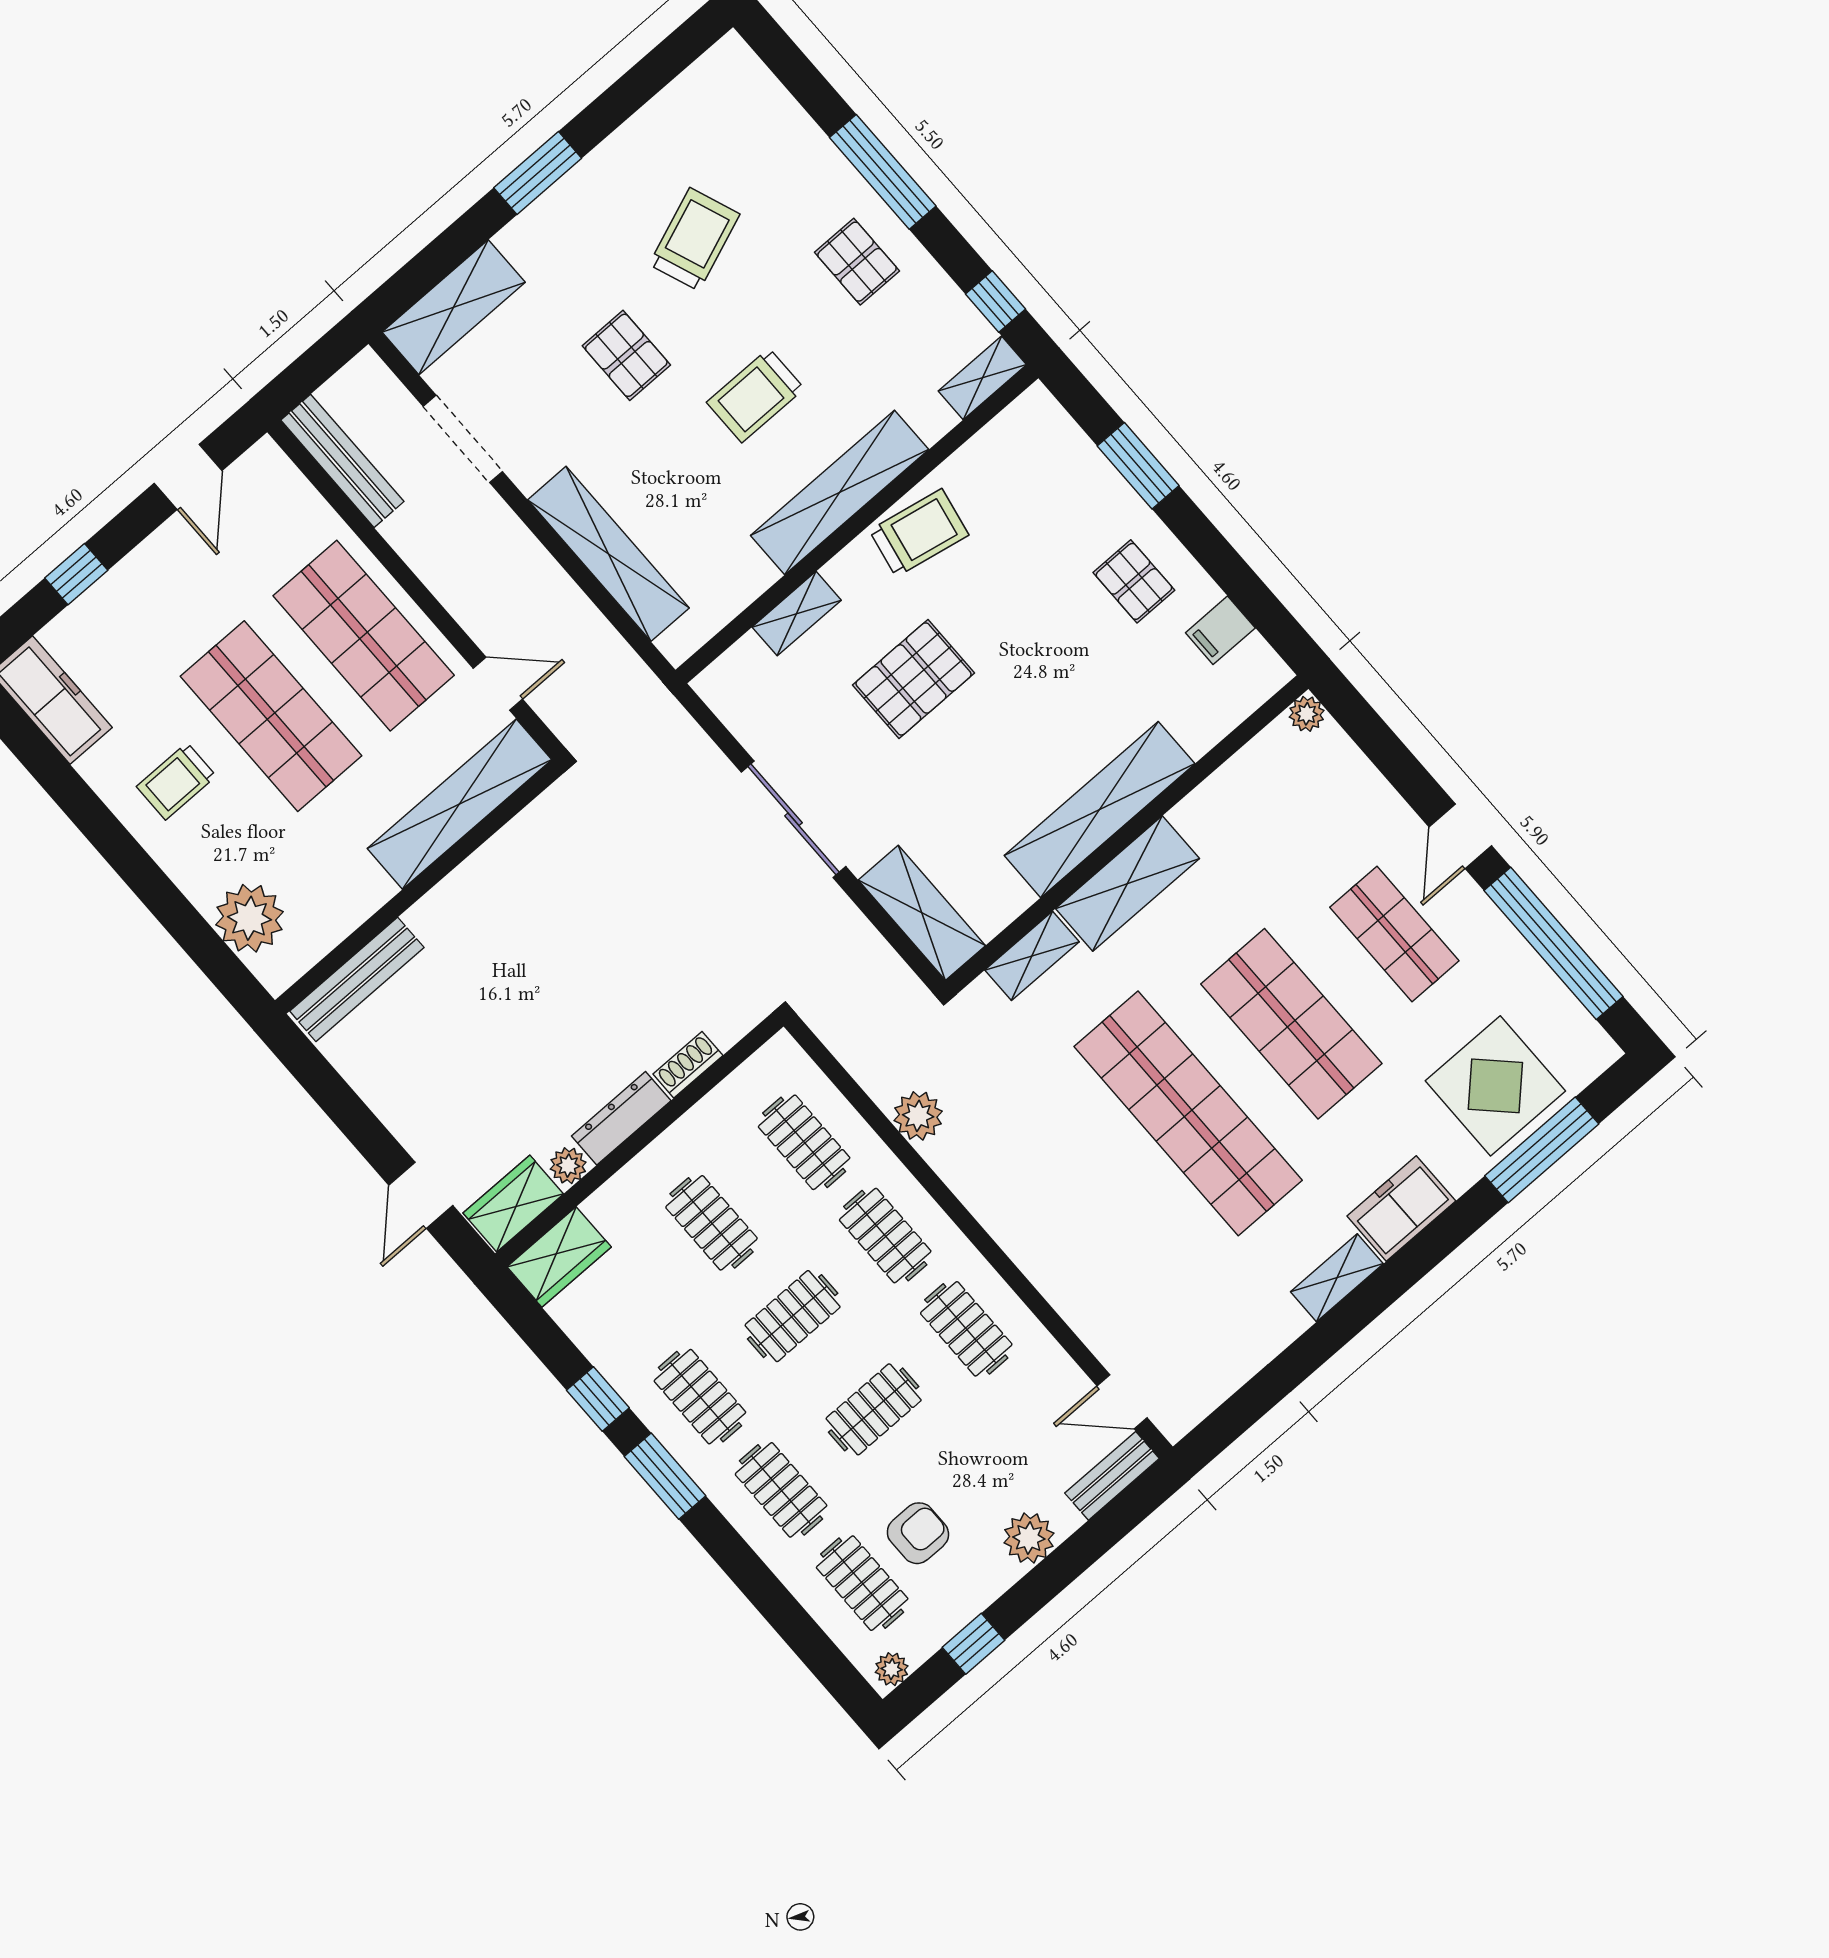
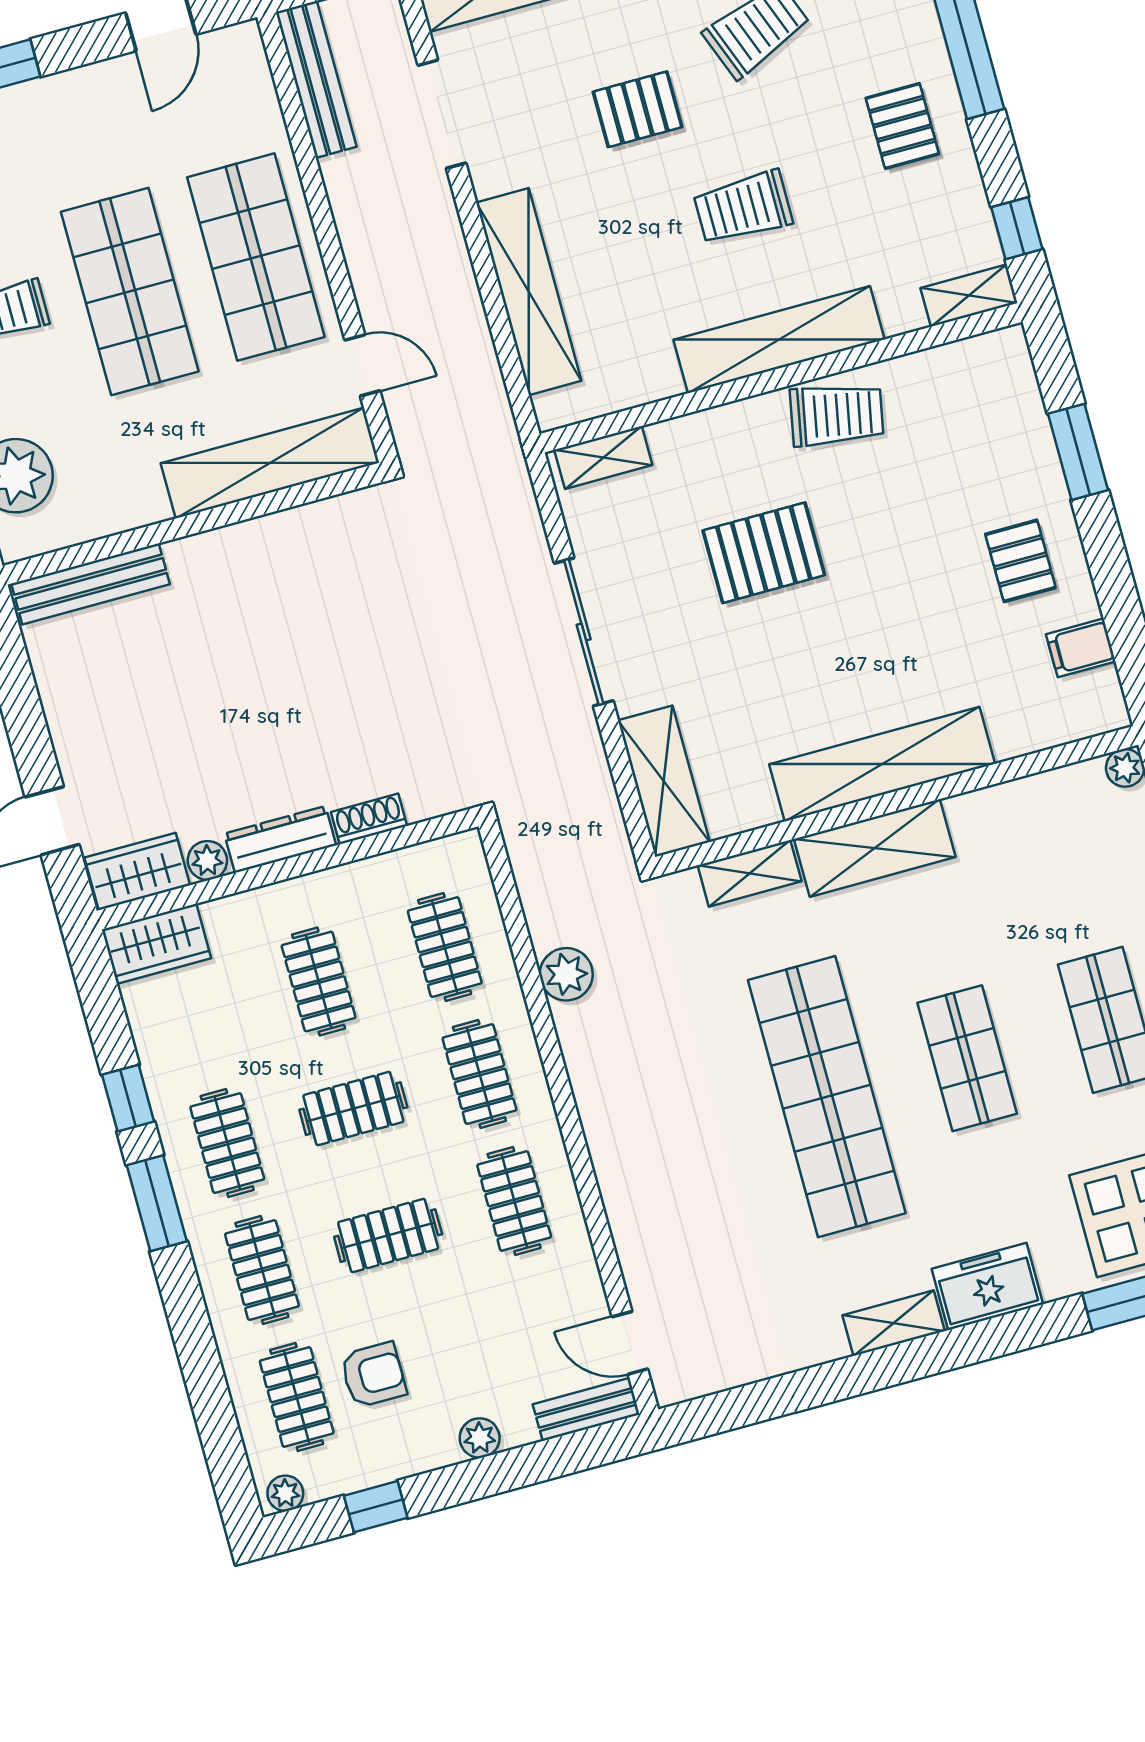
pallet: (626, 355) -> (638, 109), turned 90
shelving: (797, 614) -> (603, 457), moved
shop shelf: (1291, 1024) -> (967, 1058), width x0.70, depth x0.74
plant: (1029, 1538) -> (480, 1438), width x0.73, depth x0.73

